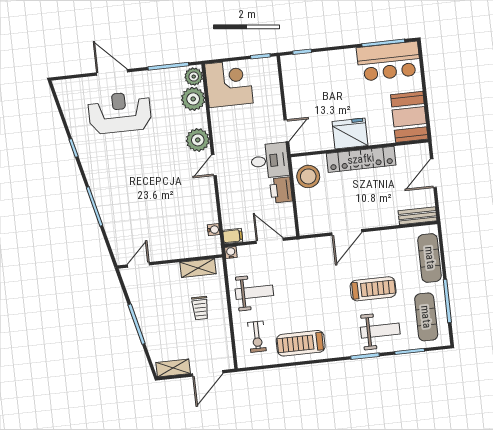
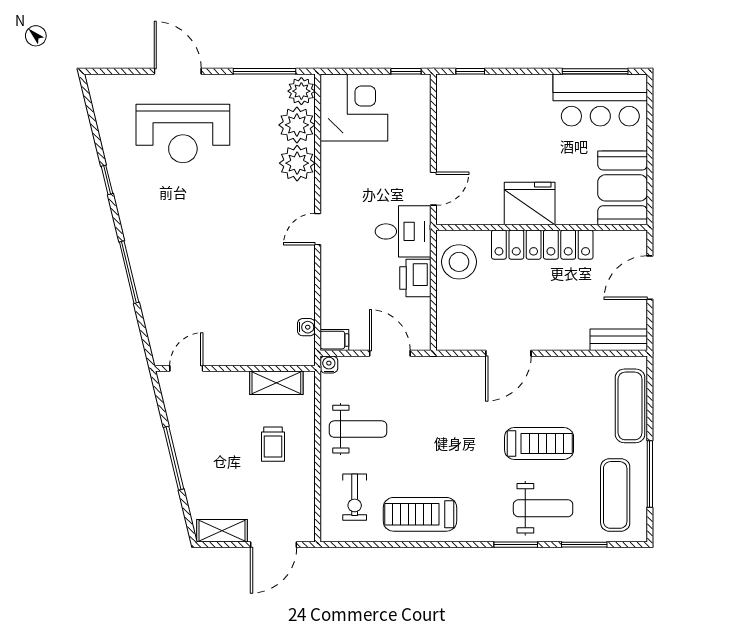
reception desk: (120, 112) -> (183, 133), turned 180
plant: (198, 140) -> (297, 163), moved

